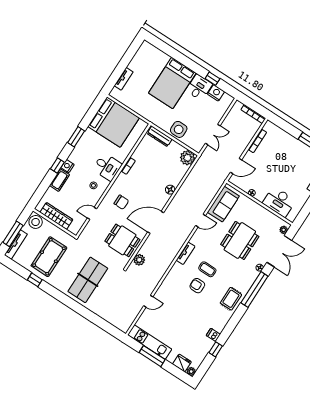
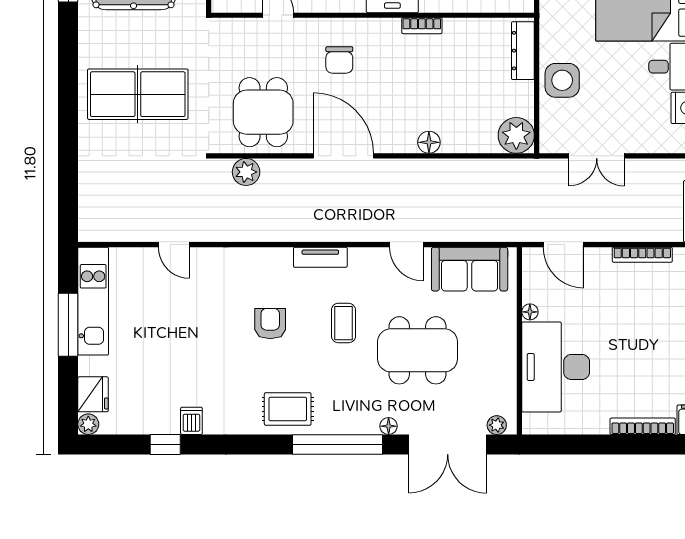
desk: (279, 202) -> (556, 367), width x1.36, depth x1.30
coffee table: (207, 269) -> (343, 323), moved

